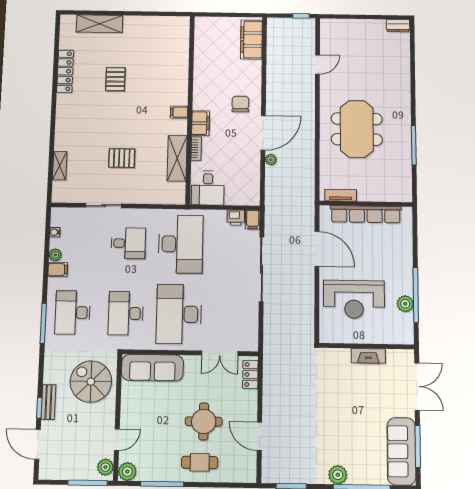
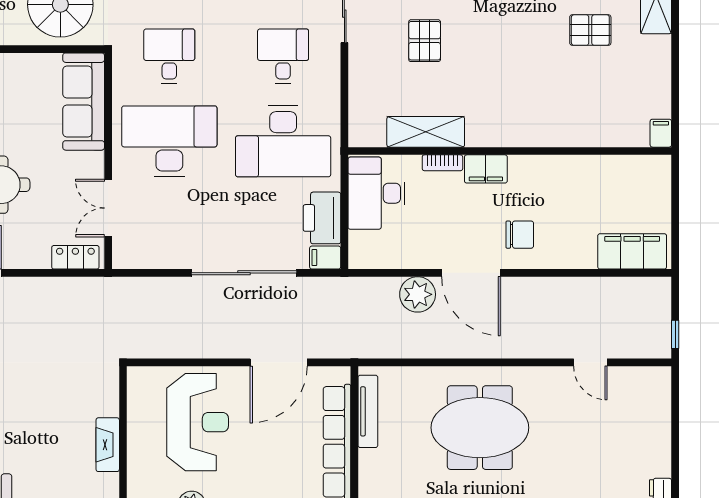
pallet: (115, 79) -> (590, 30), moved
filing cabinet: (179, 112) -> (661, 133), moved
plant: (271, 160) -> (418, 294), width x1.87, depth x1.87
desk: (208, 188) -> (376, 193), width x1.37
tv unit: (341, 195) -> (368, 411), width x1.41
printer: (236, 218) -> (322, 218), width x1.87, depth x1.48
desk: (128, 243) -> (283, 56), turned 180
reception desk: (354, 299) -> (198, 422), turned 180
desk: (126, 313) -> (169, 56), width x0.73

